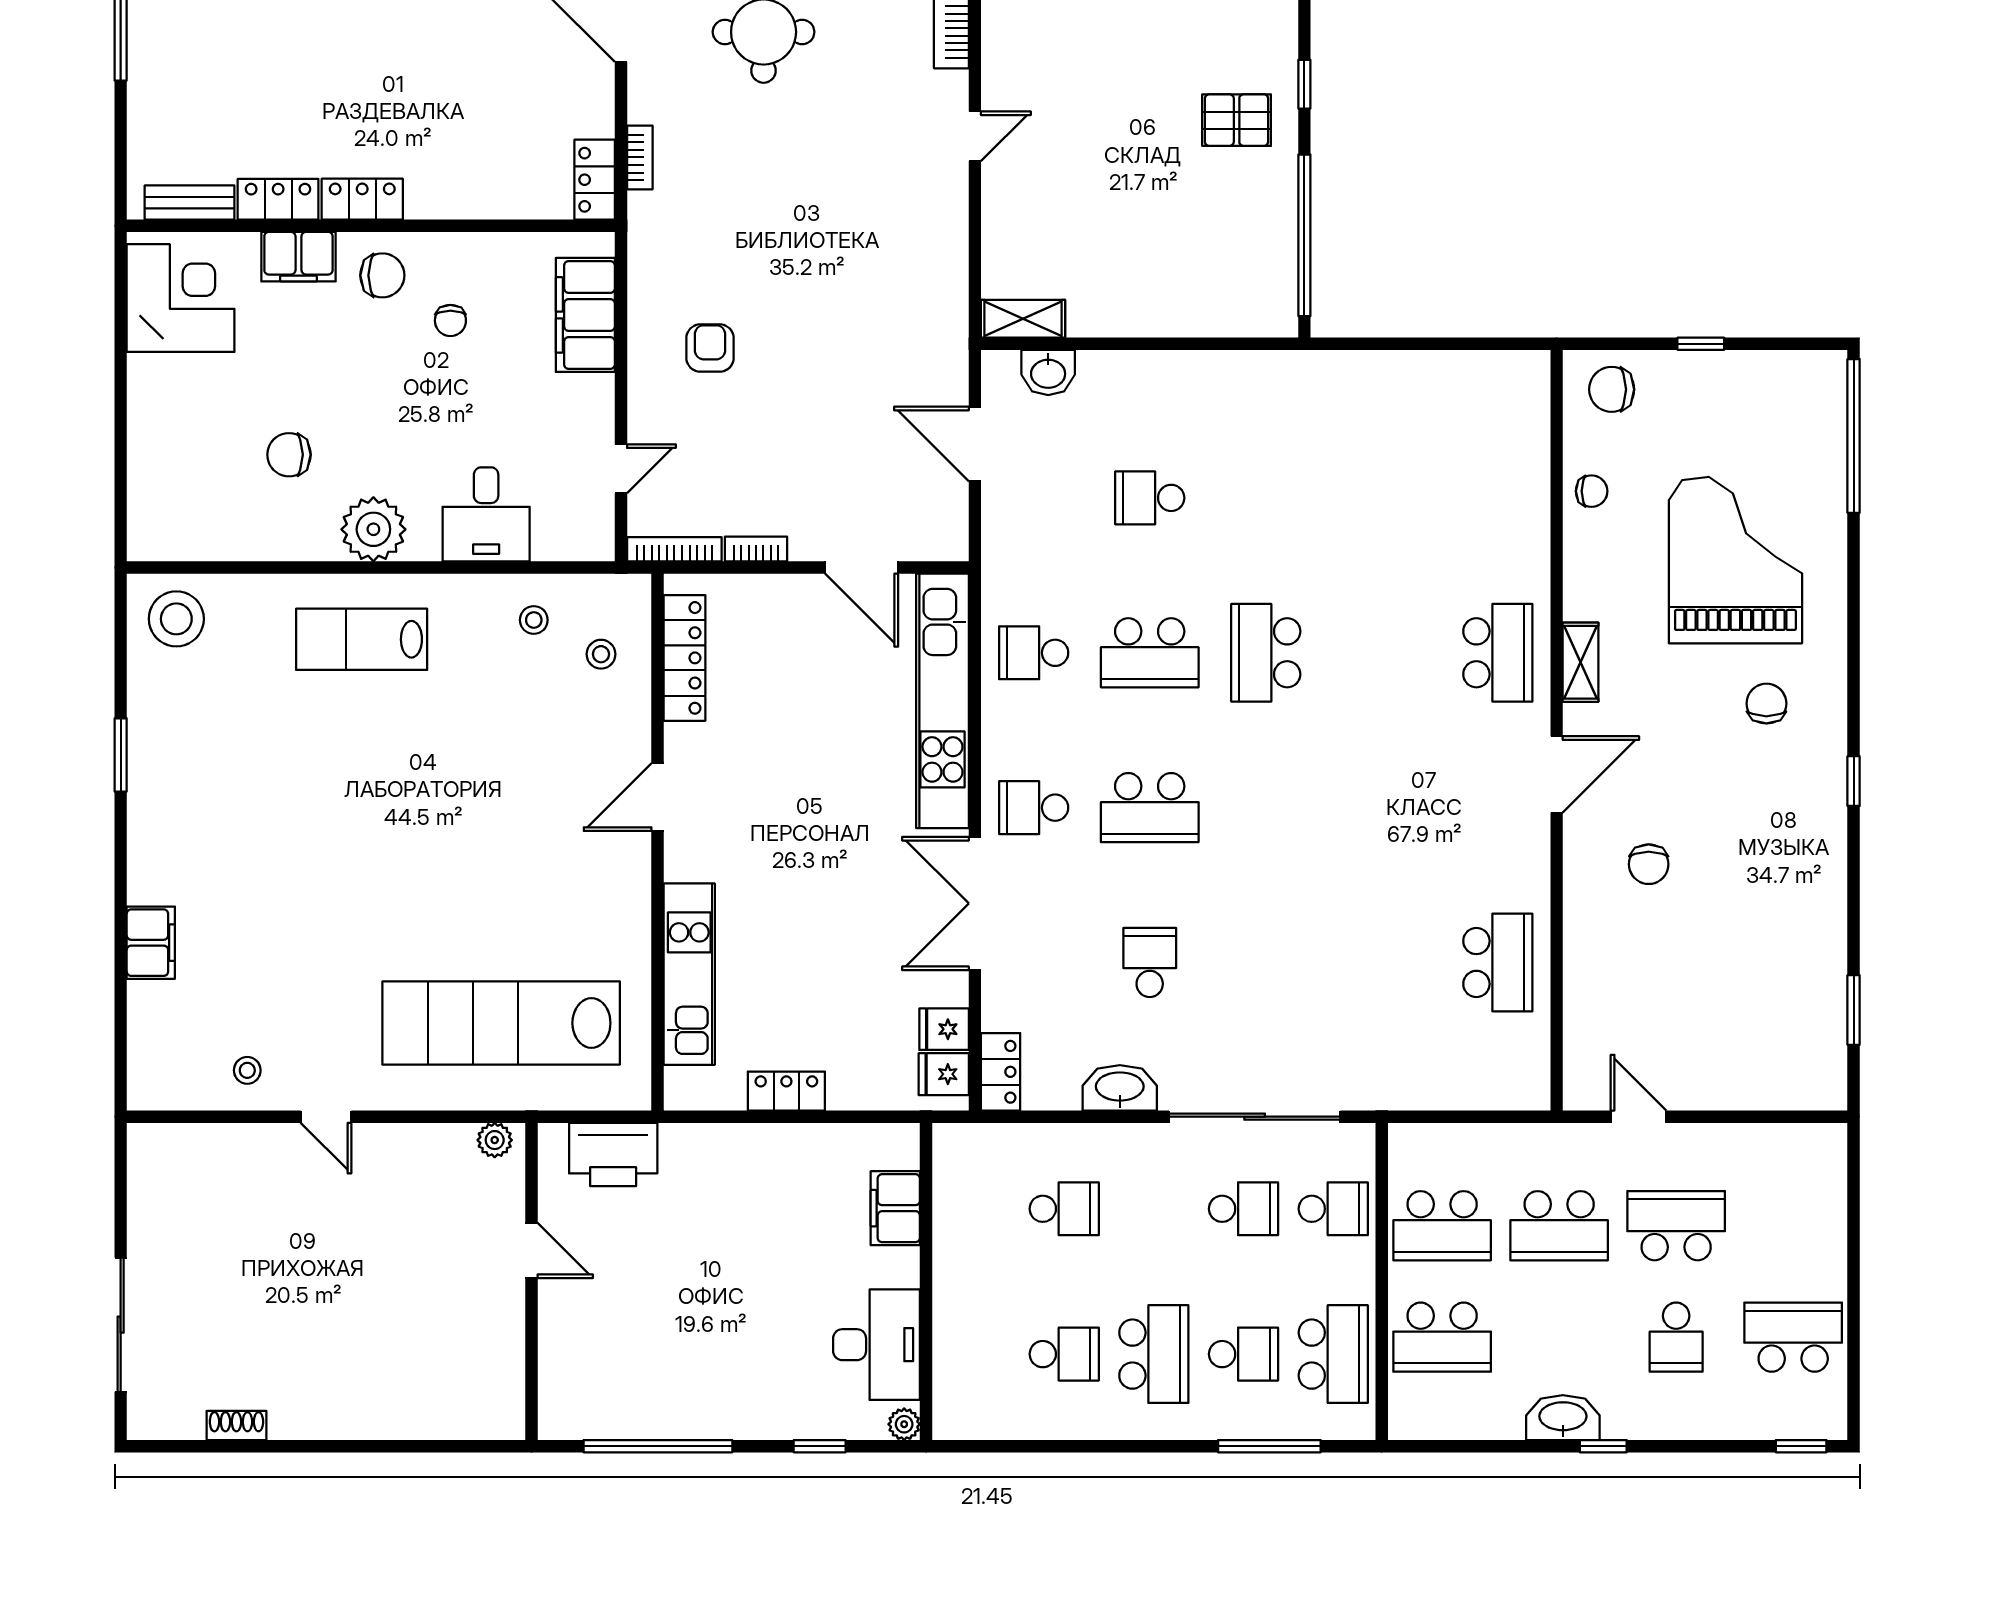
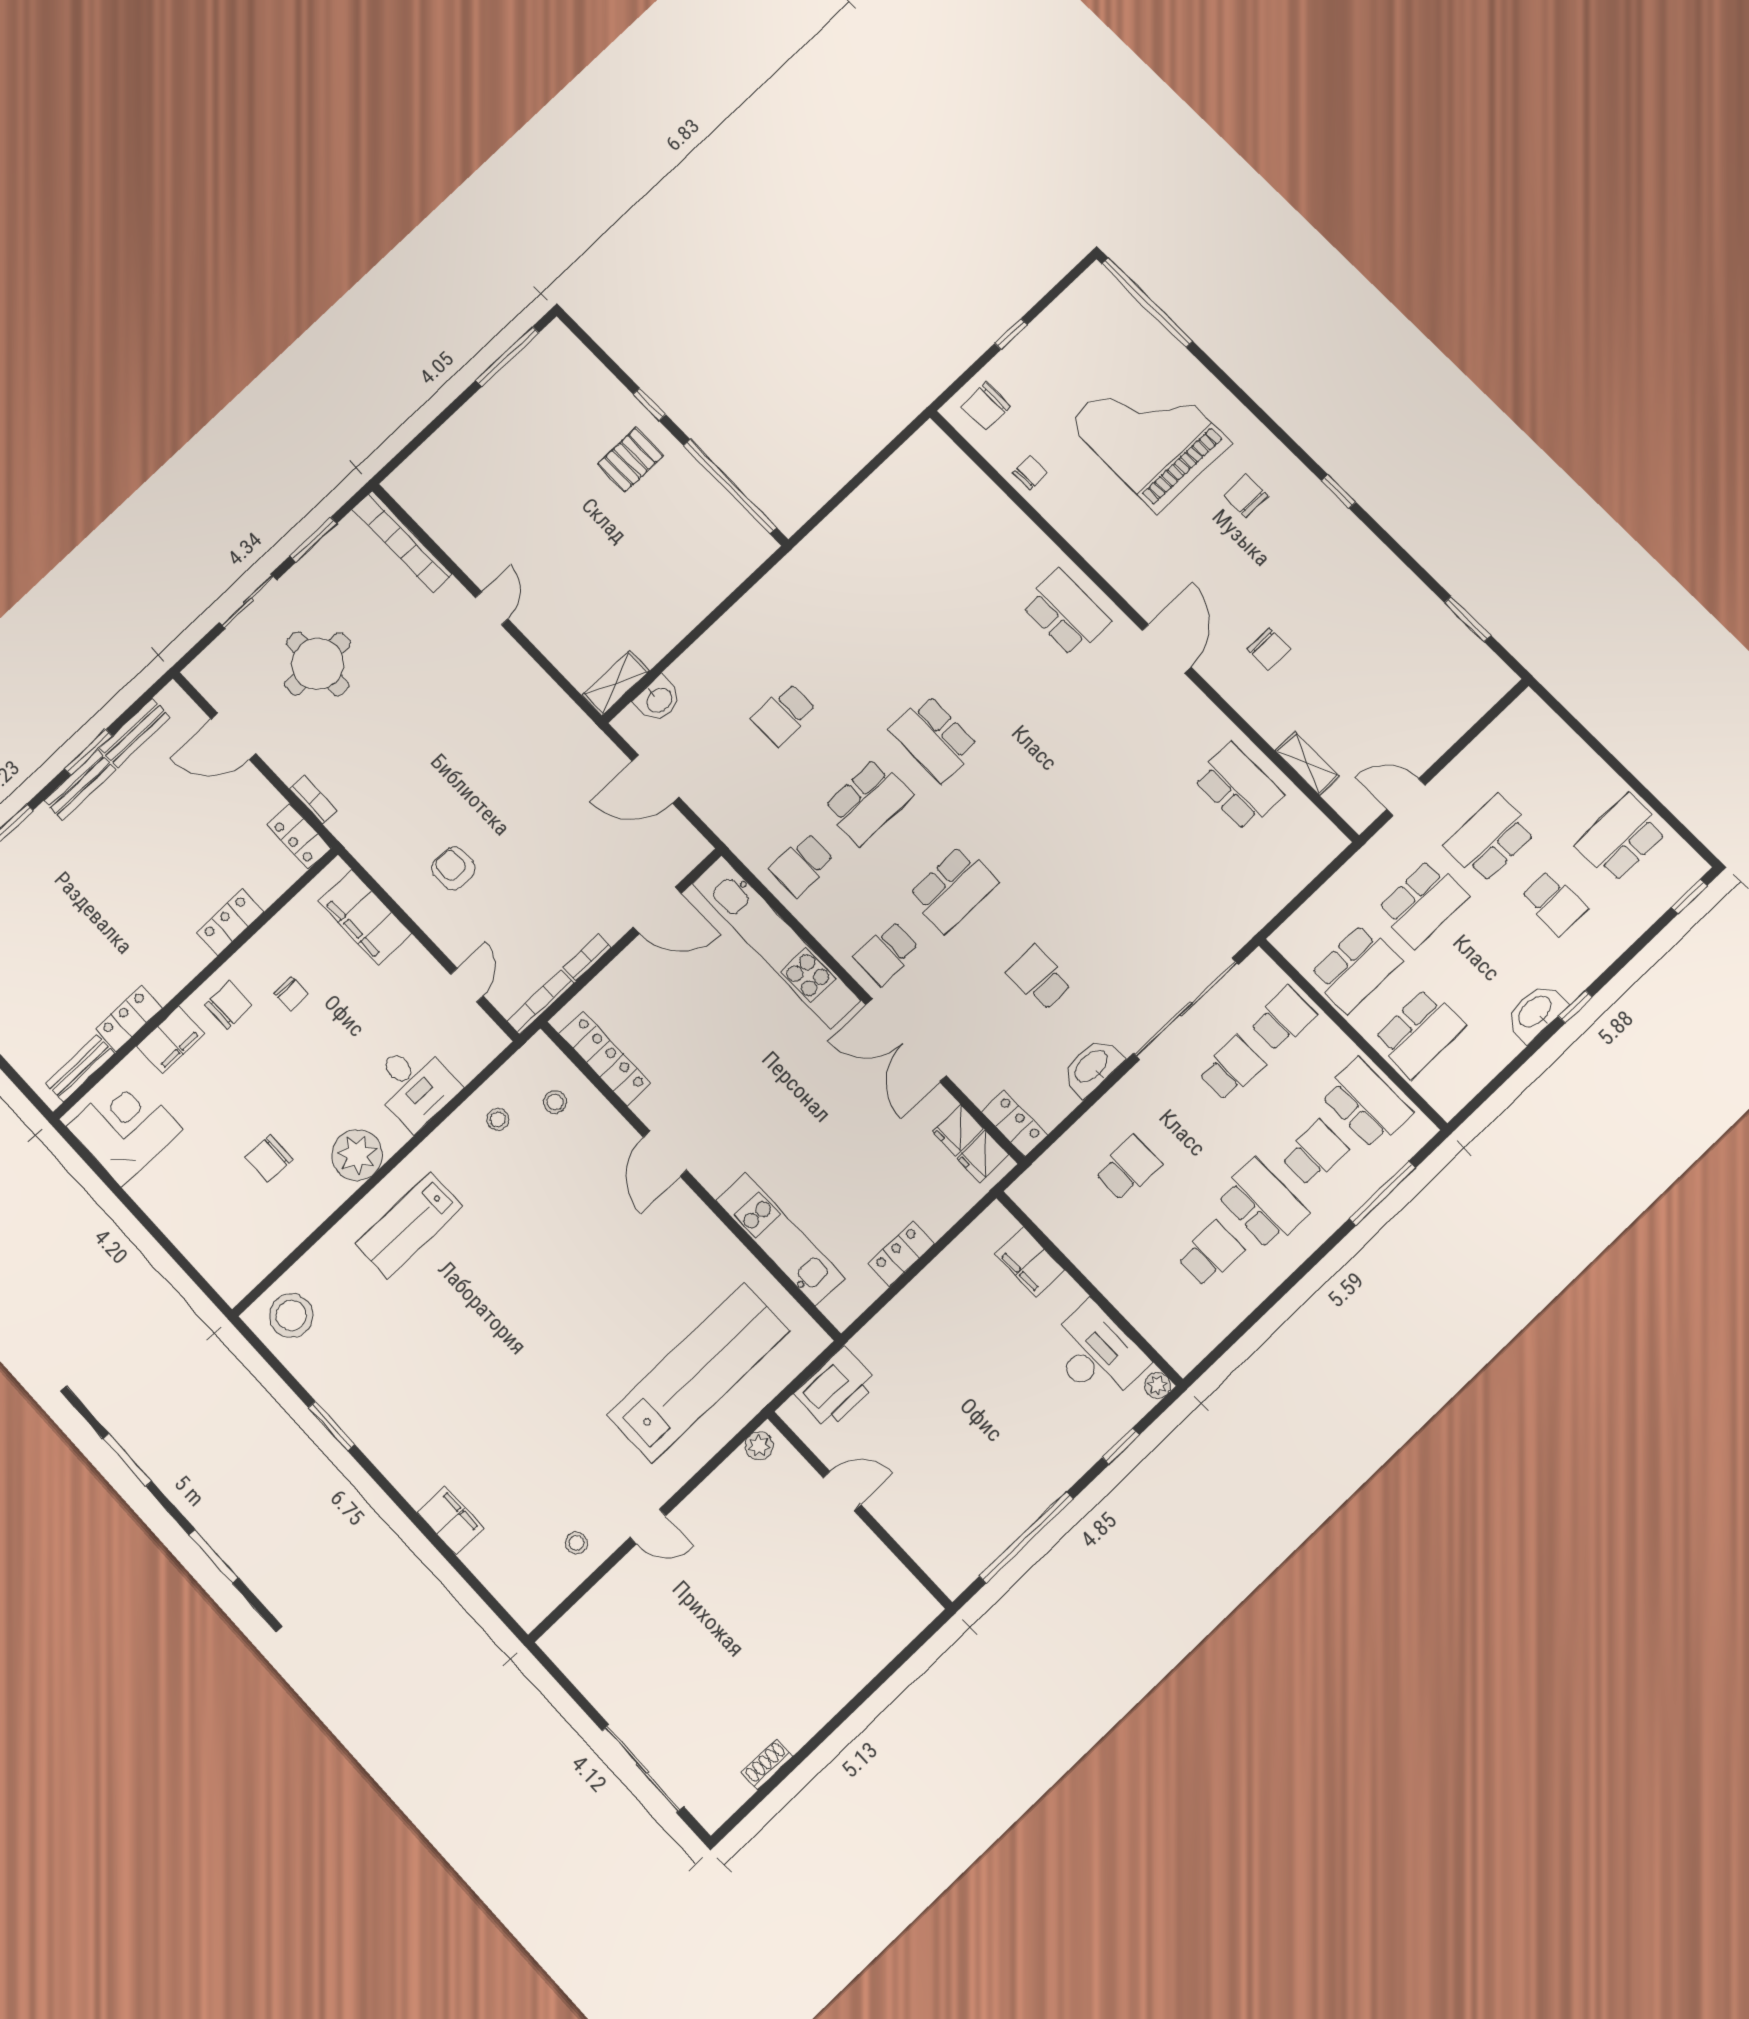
locker: (362, 199) -> (230, 922), moved
shelving: (1581, 662) -> (1307, 763), moved
lab bench: (501, 1023) -> (698, 1373), turned 180

